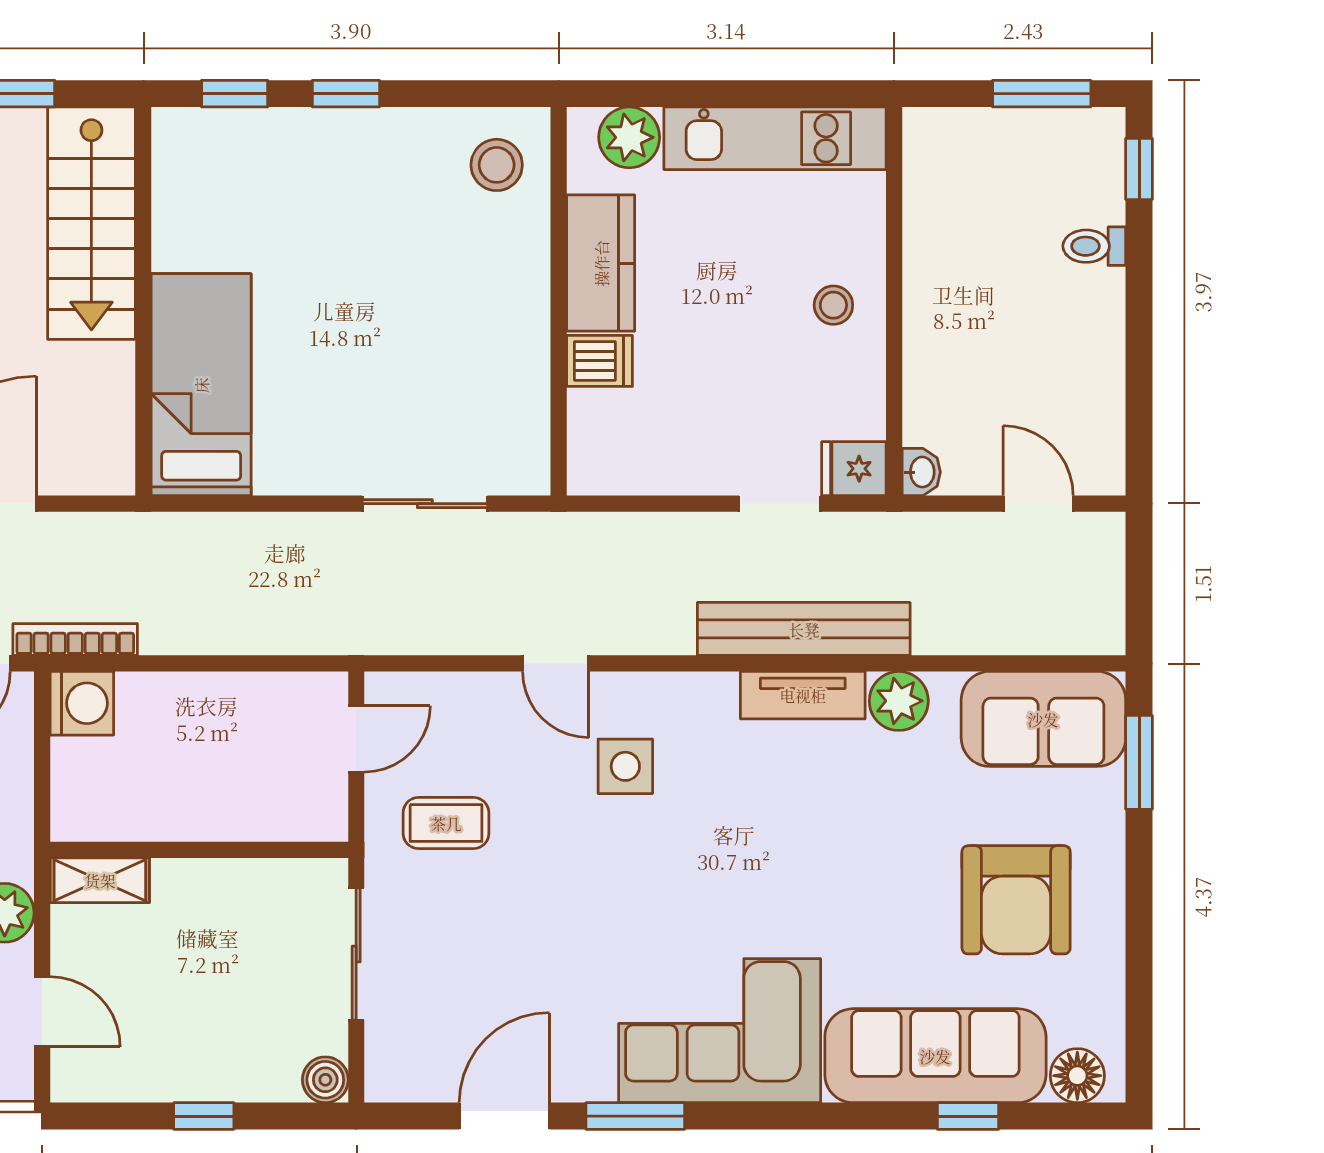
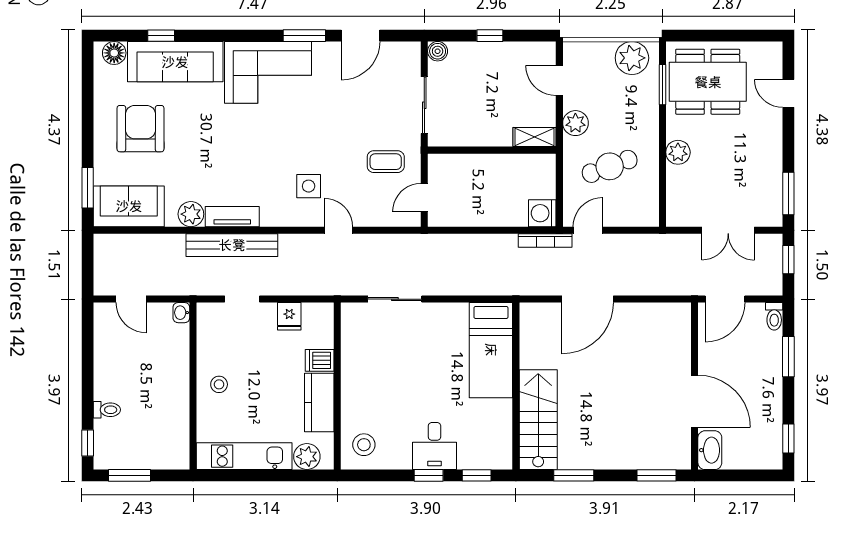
desk: (333, 162) -> (434, 446), added
fridge: (854, 469) -> (289, 316), moved, turned 90

